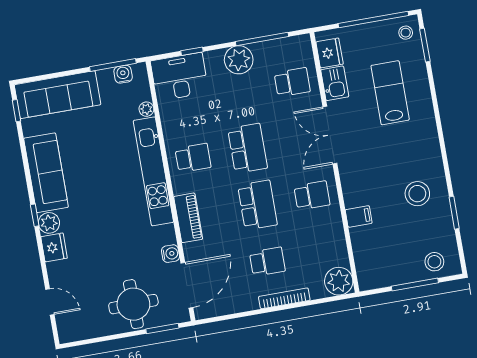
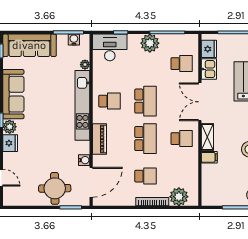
shelving: (350, 186) -> (207, 137), added
plant: (339, 281) -> (179, 197), moved

